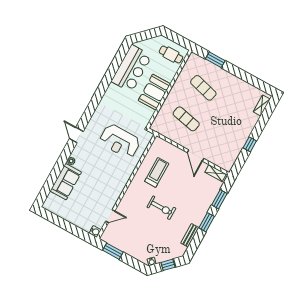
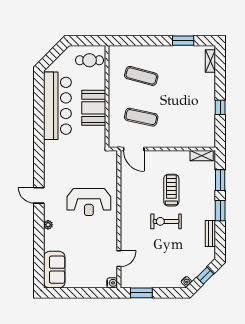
window: (215, 60) -> (183, 41), moved
bar counter: (132, 68) -> (57, 106), width x1.36
reception desk: (120, 141) -> (89, 202), moved
door: (196, 155) -> (134, 149), moved
treadmill: (157, 172) -> (171, 190), moved
sofa: (66, 182) -> (54, 270), moved
exercise bike: (161, 208) -> (166, 221), turned 180

